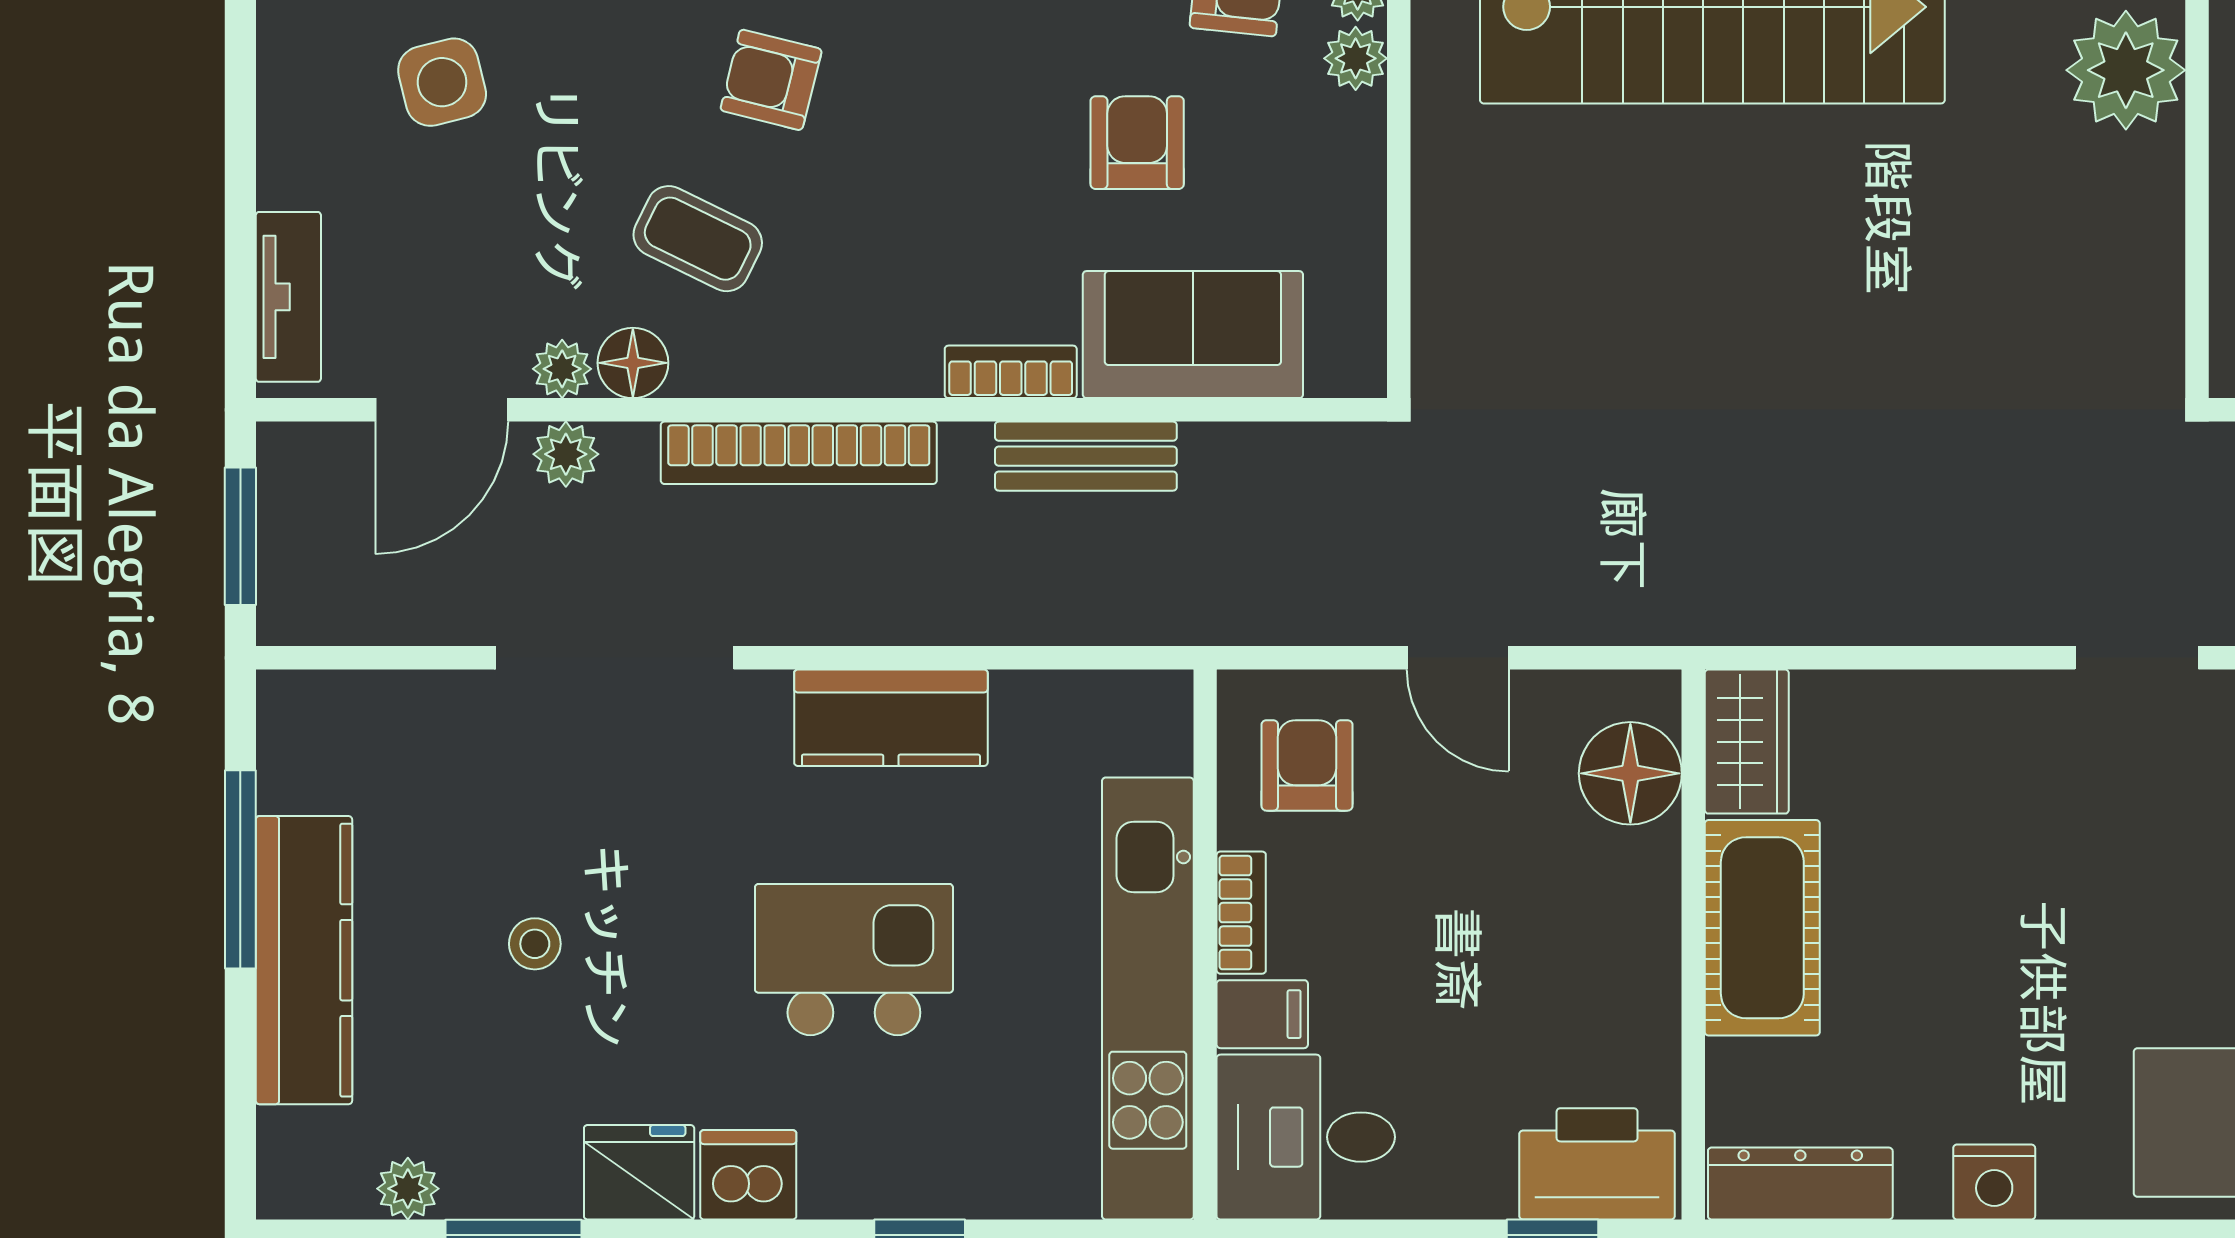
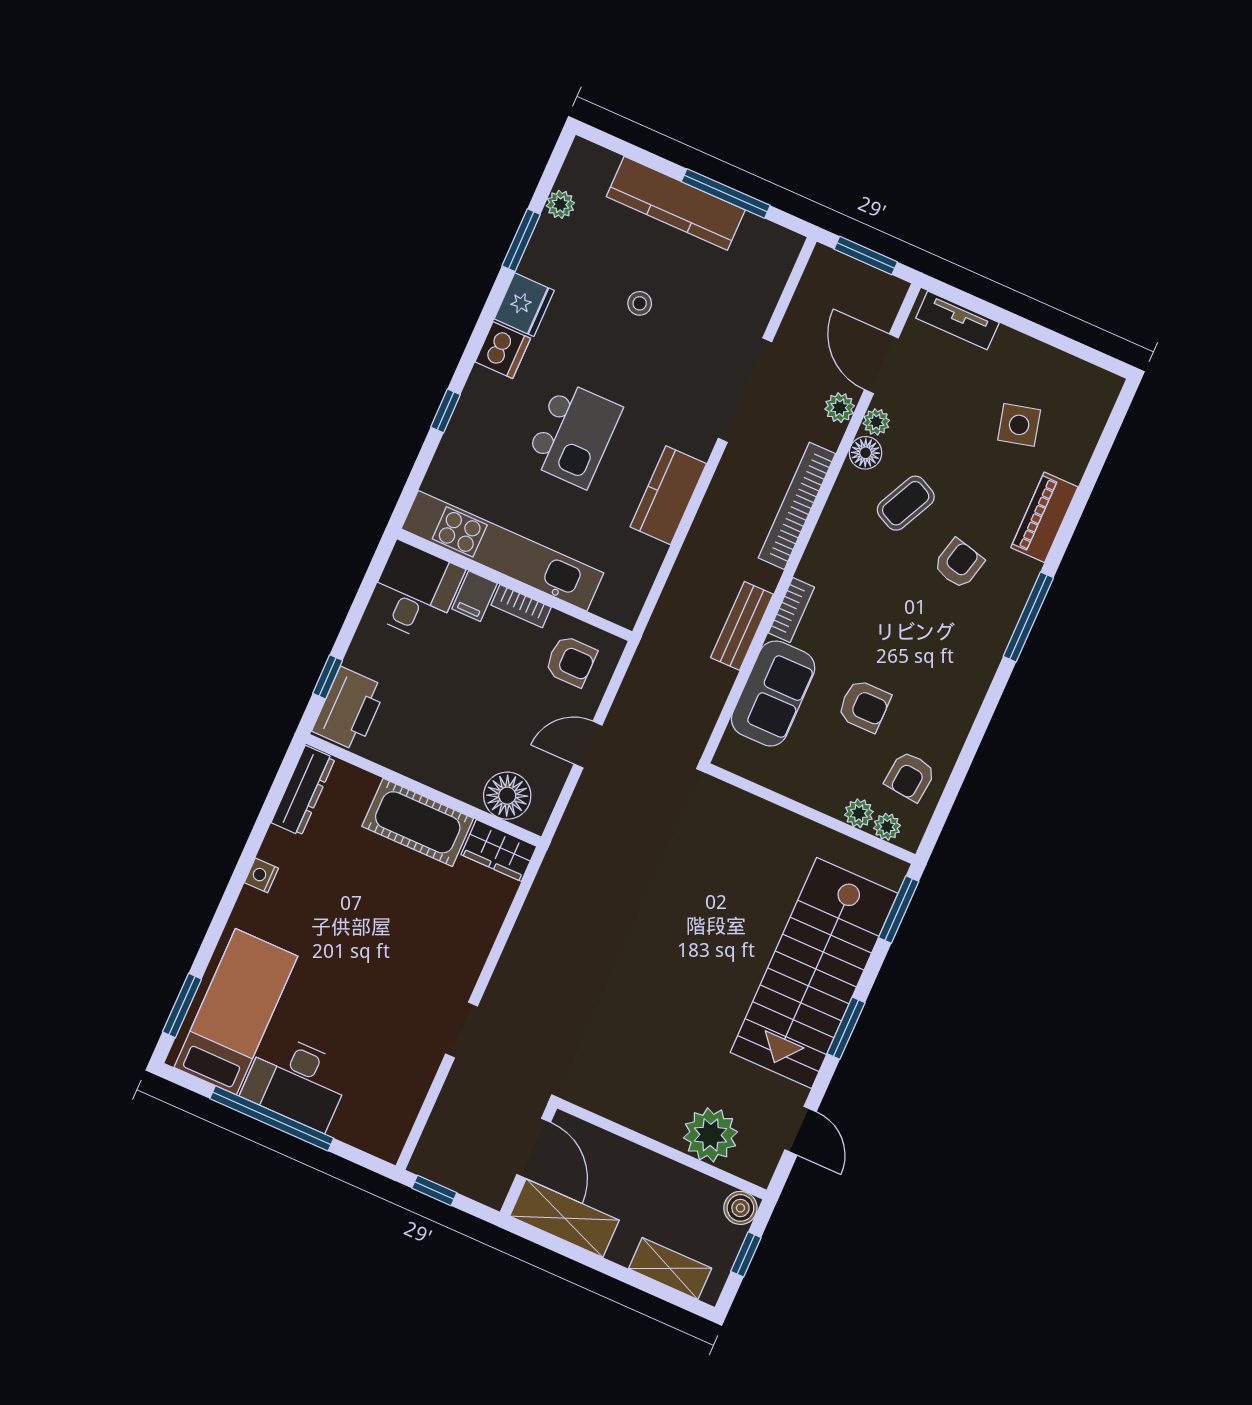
nightstand: (1994, 1182) -> (261, 875), width x0.72, depth x0.74

